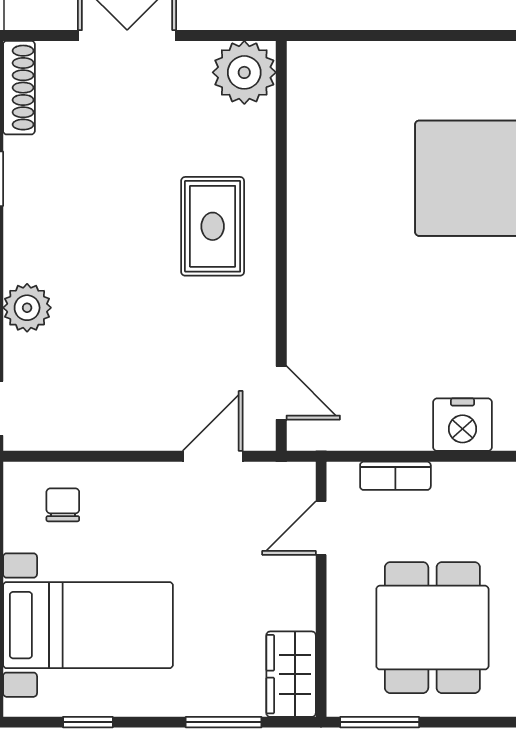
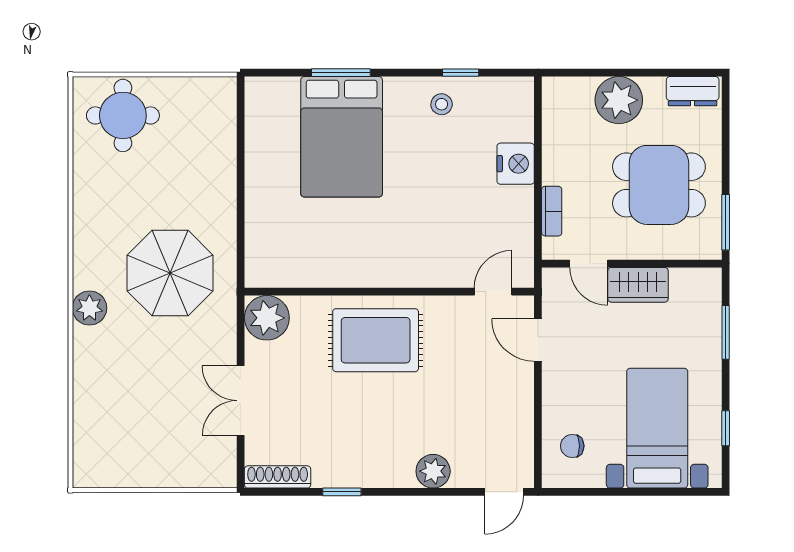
rug: (213, 226) -> (376, 340), width x1.36, depth x1.43
wardrobe: (291, 674) -> (638, 285), moved

